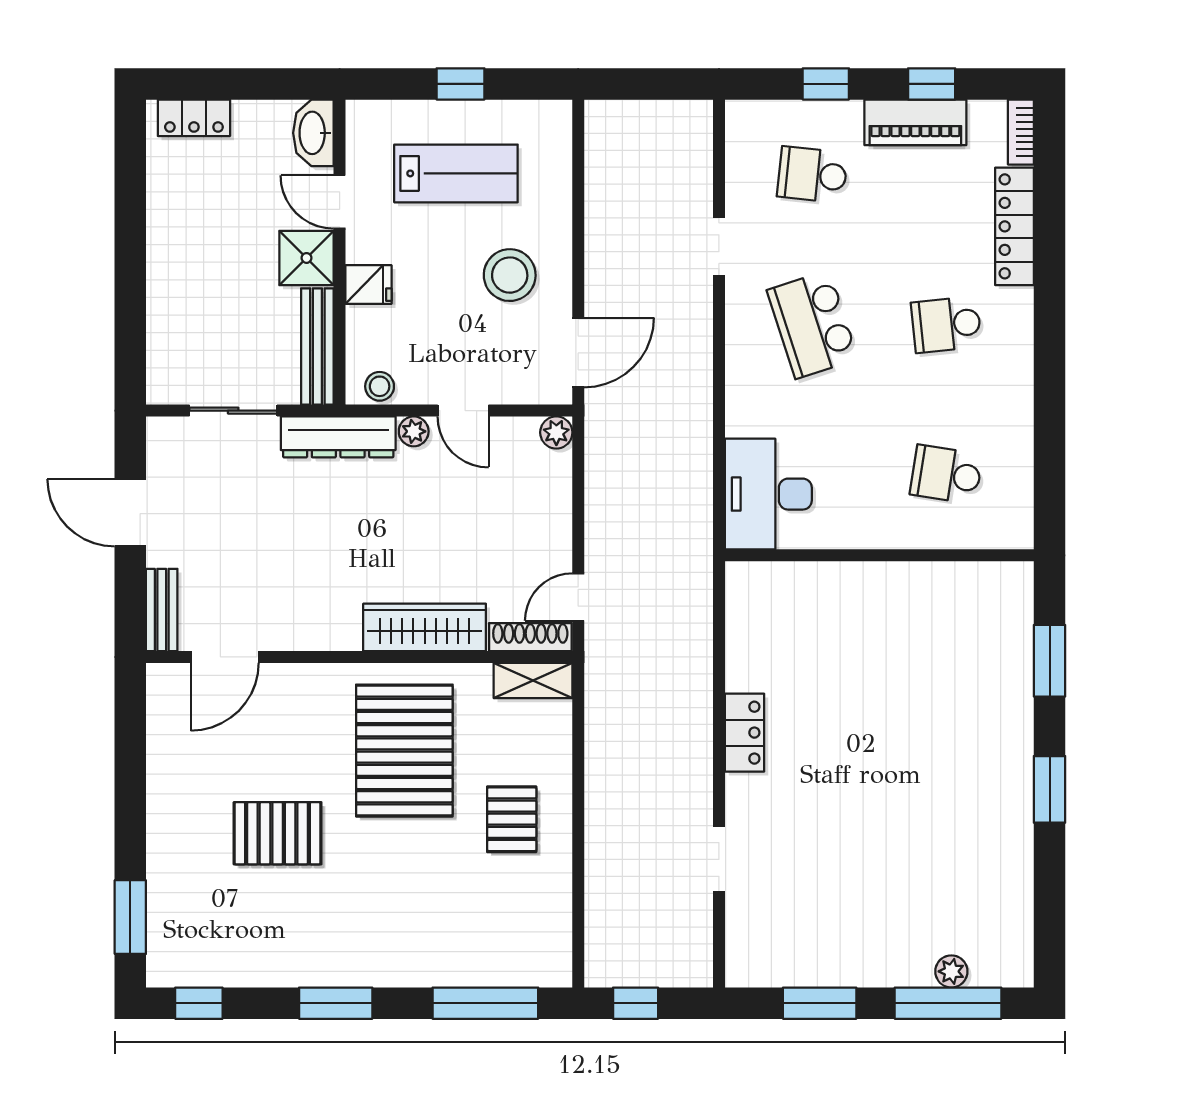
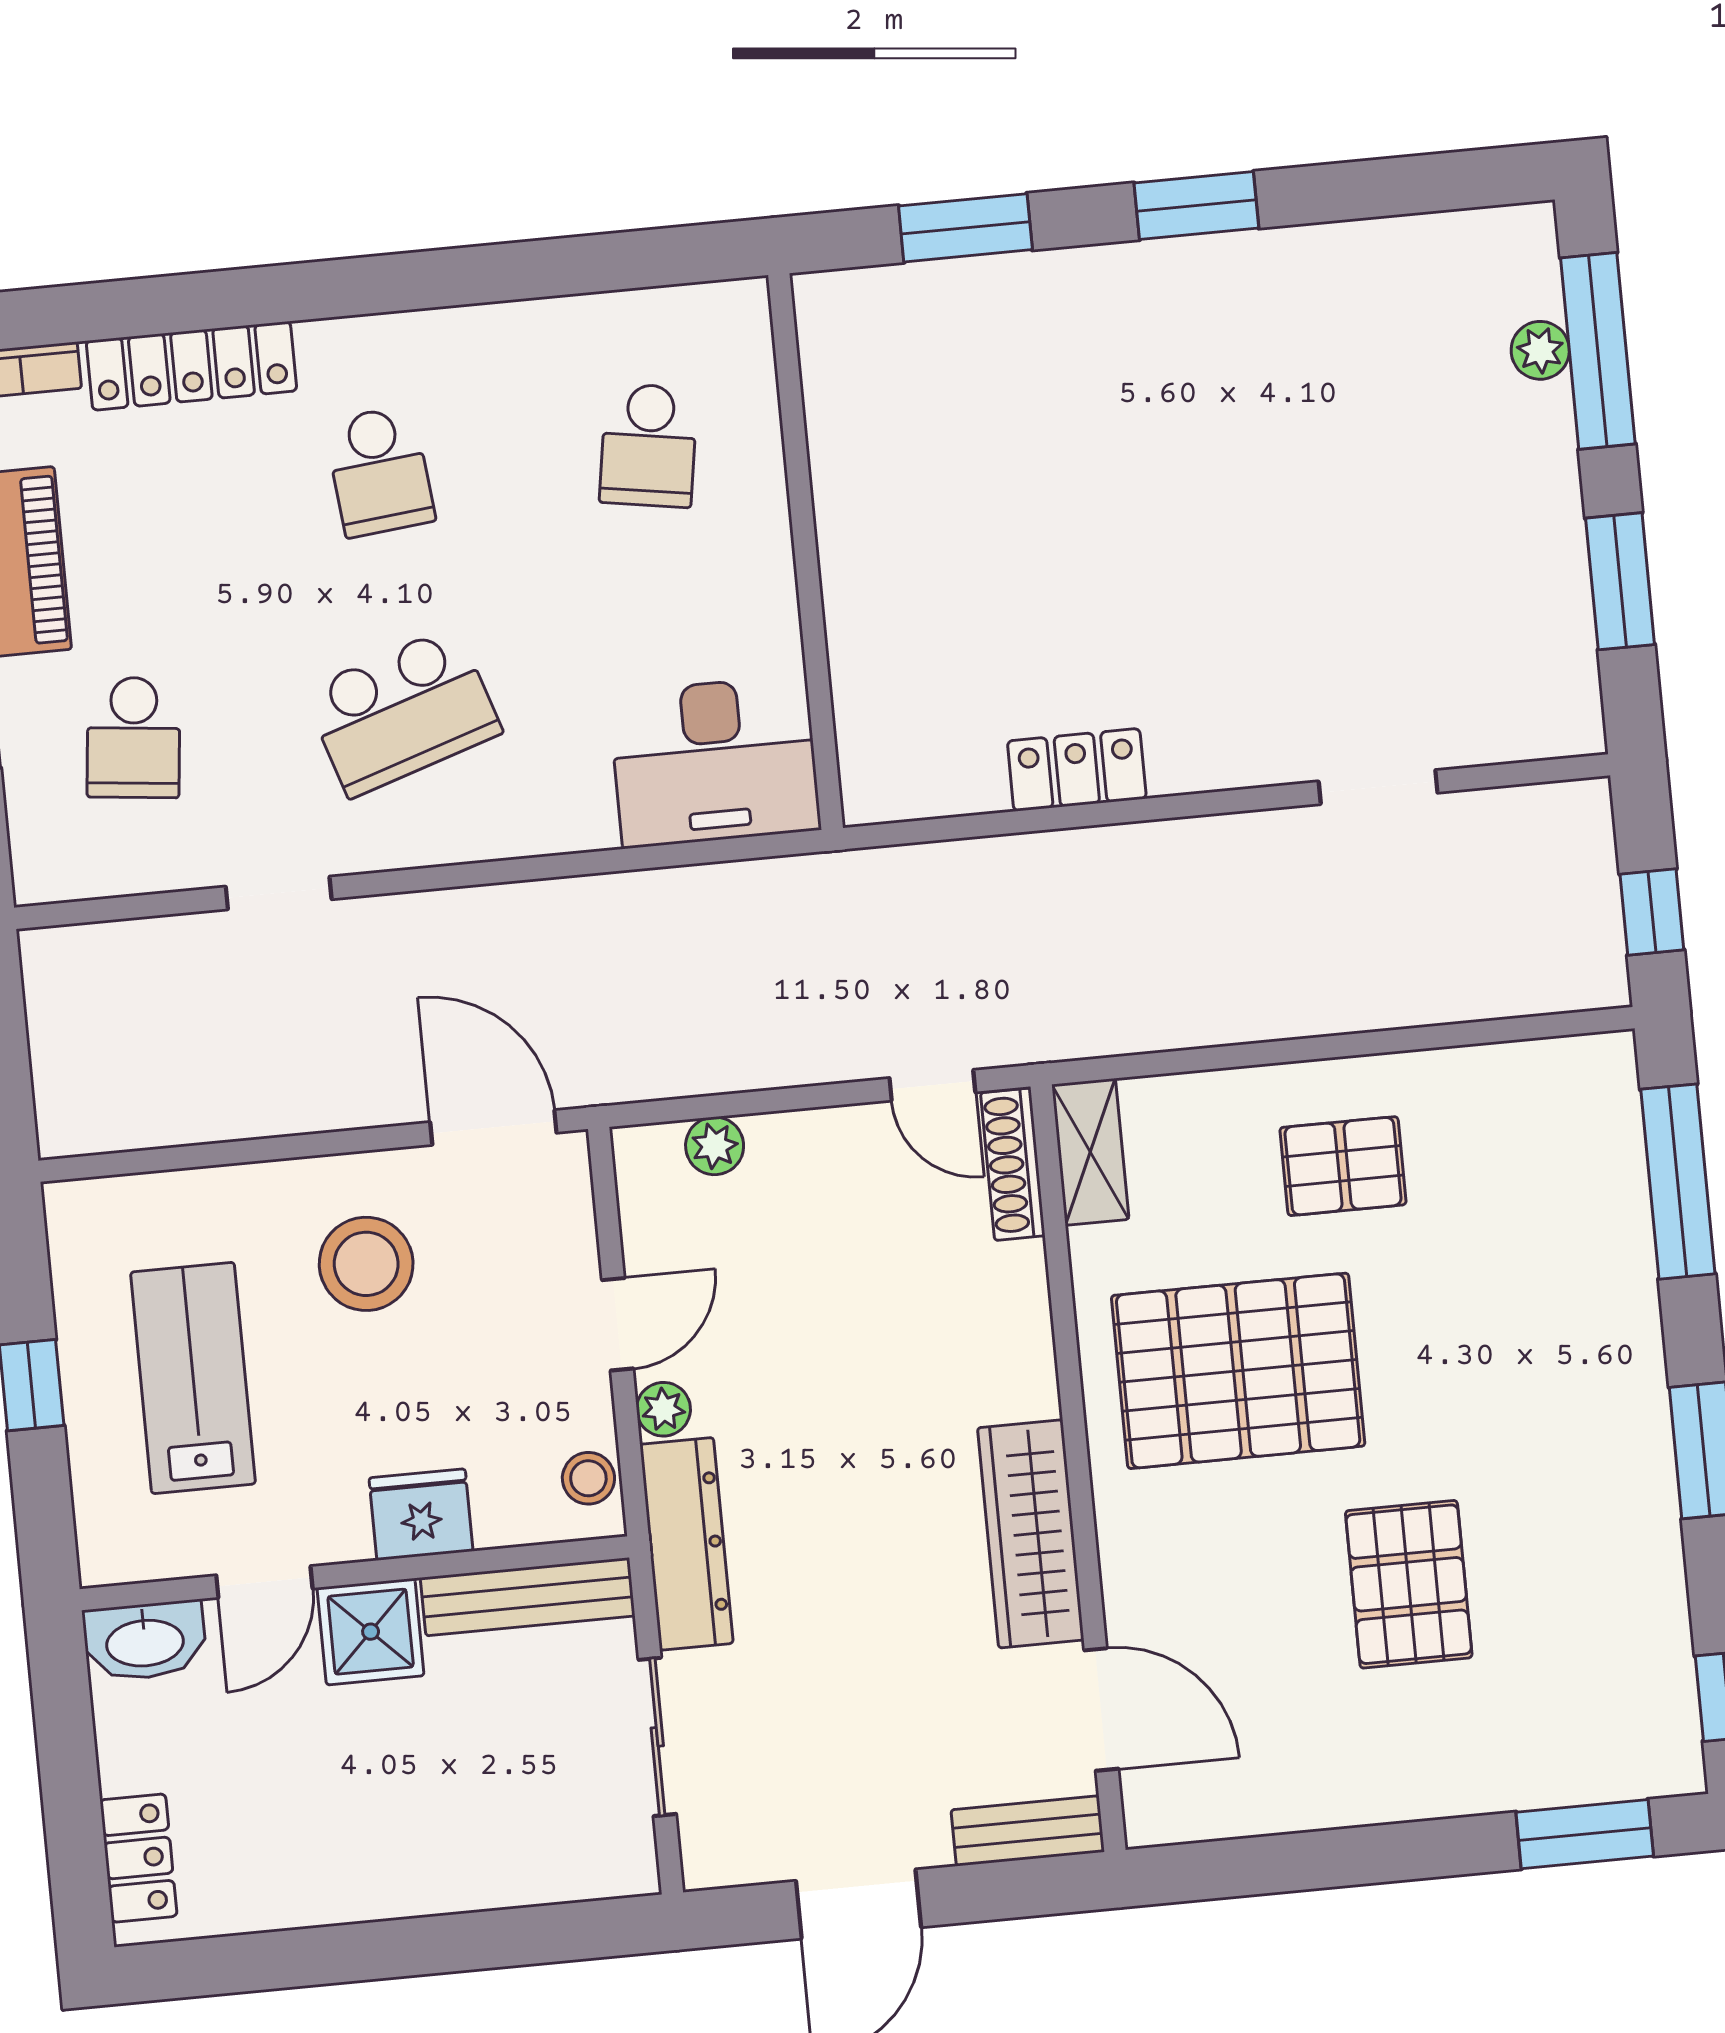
fridge: (368, 285) -> (421, 1514), width x1.38
plant: (556, 432) -> (715, 1146), moved
wardrobe: (425, 627) -> (1031, 1534), moved
locker: (745, 733) -> (1077, 770), moved

